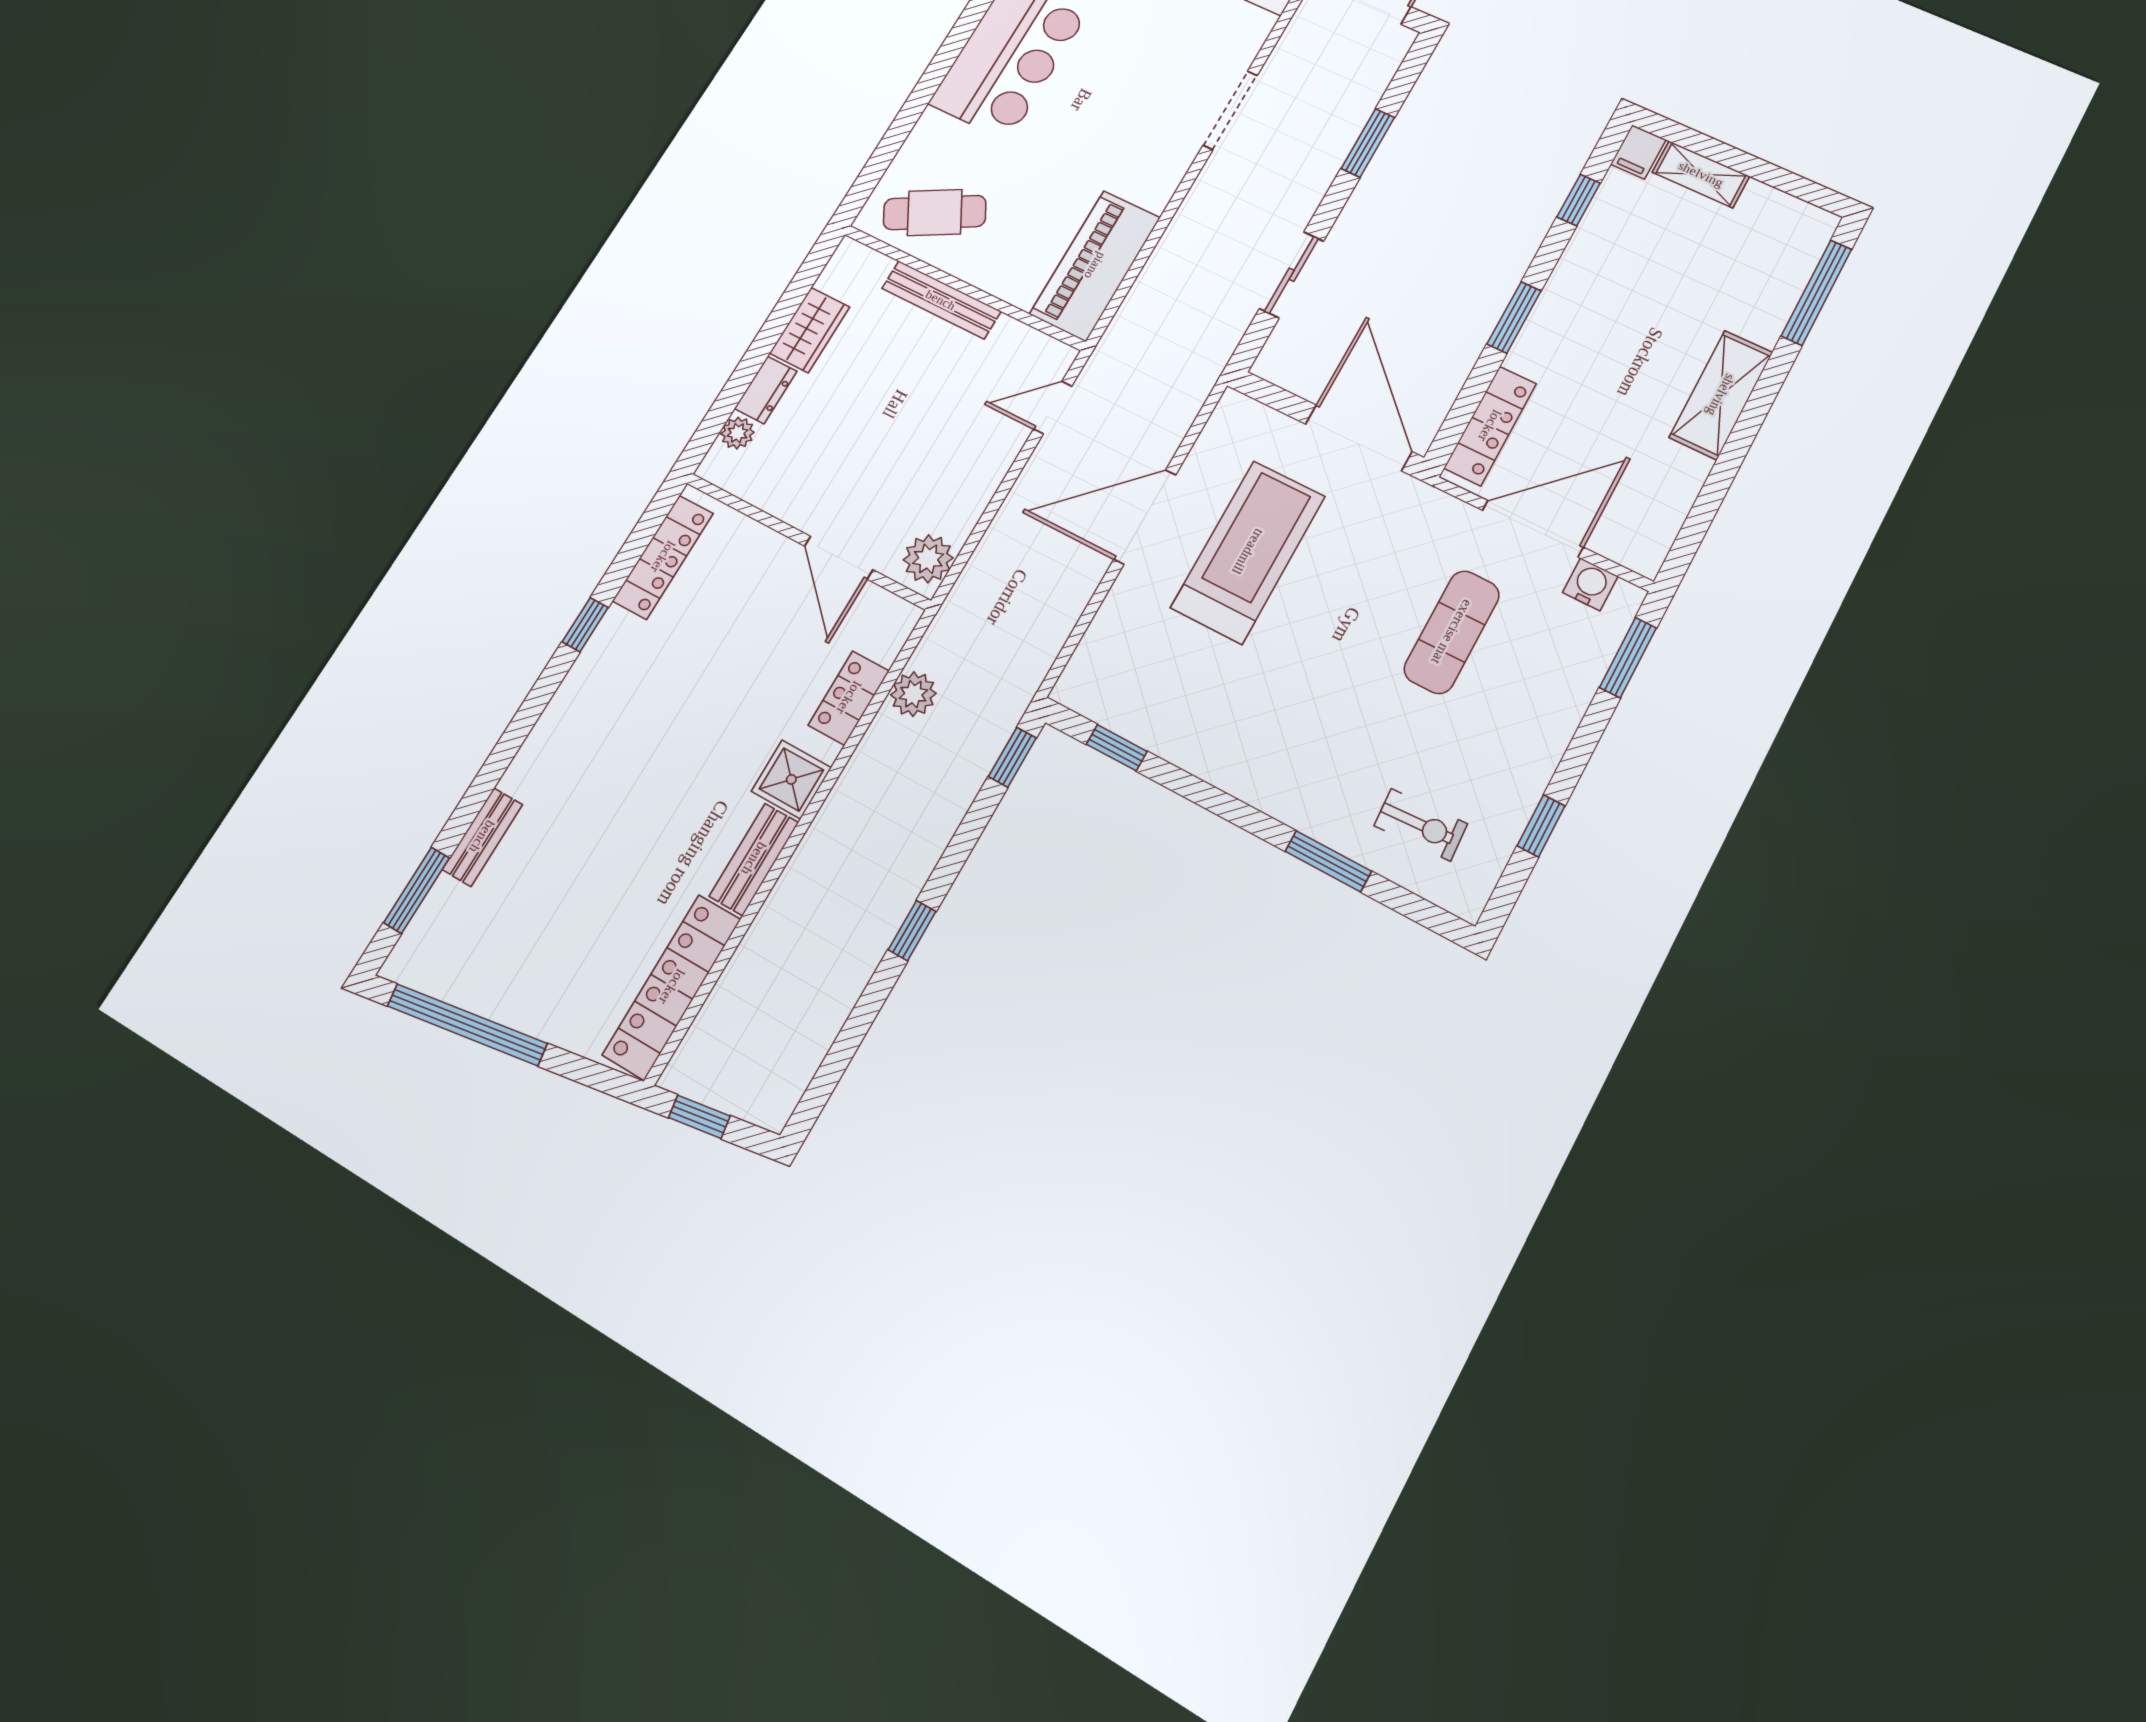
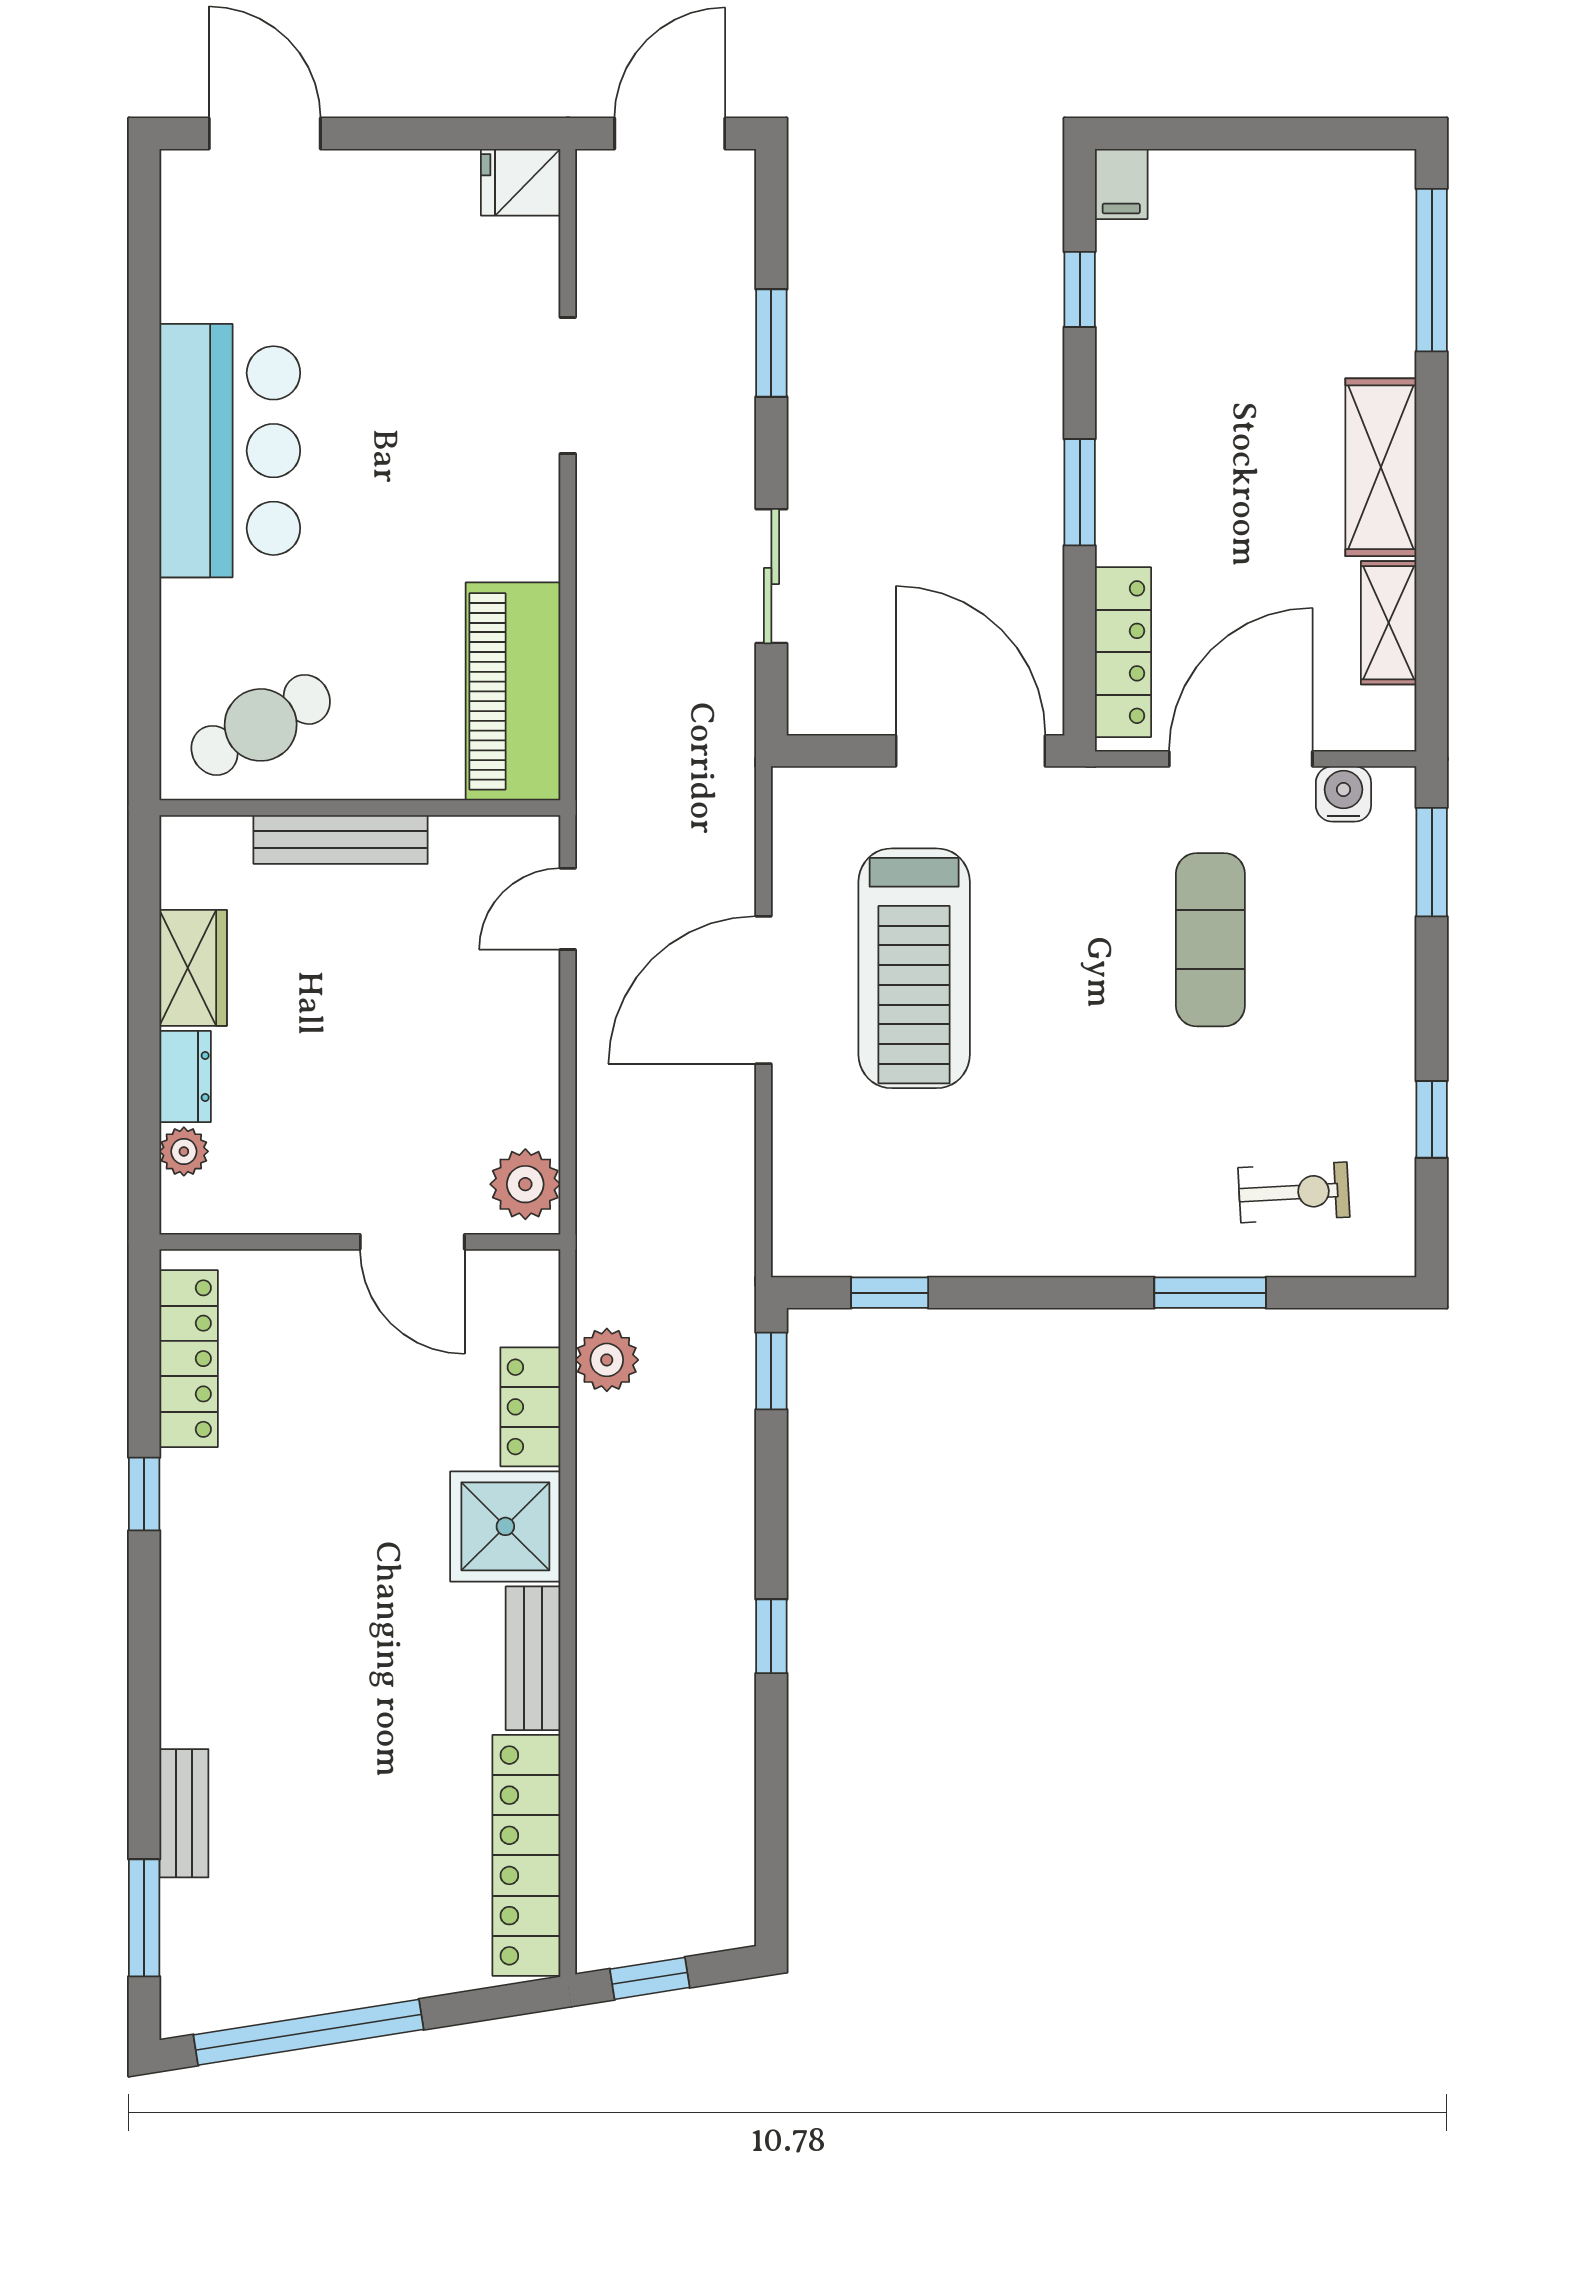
shelving: (1701, 174) -> (1389, 623), moved, turned 90
treadmill: (1248, 552) -> (914, 968), turned 180
shower: (791, 779) -> (505, 1526), width x1.36, depth x1.36

